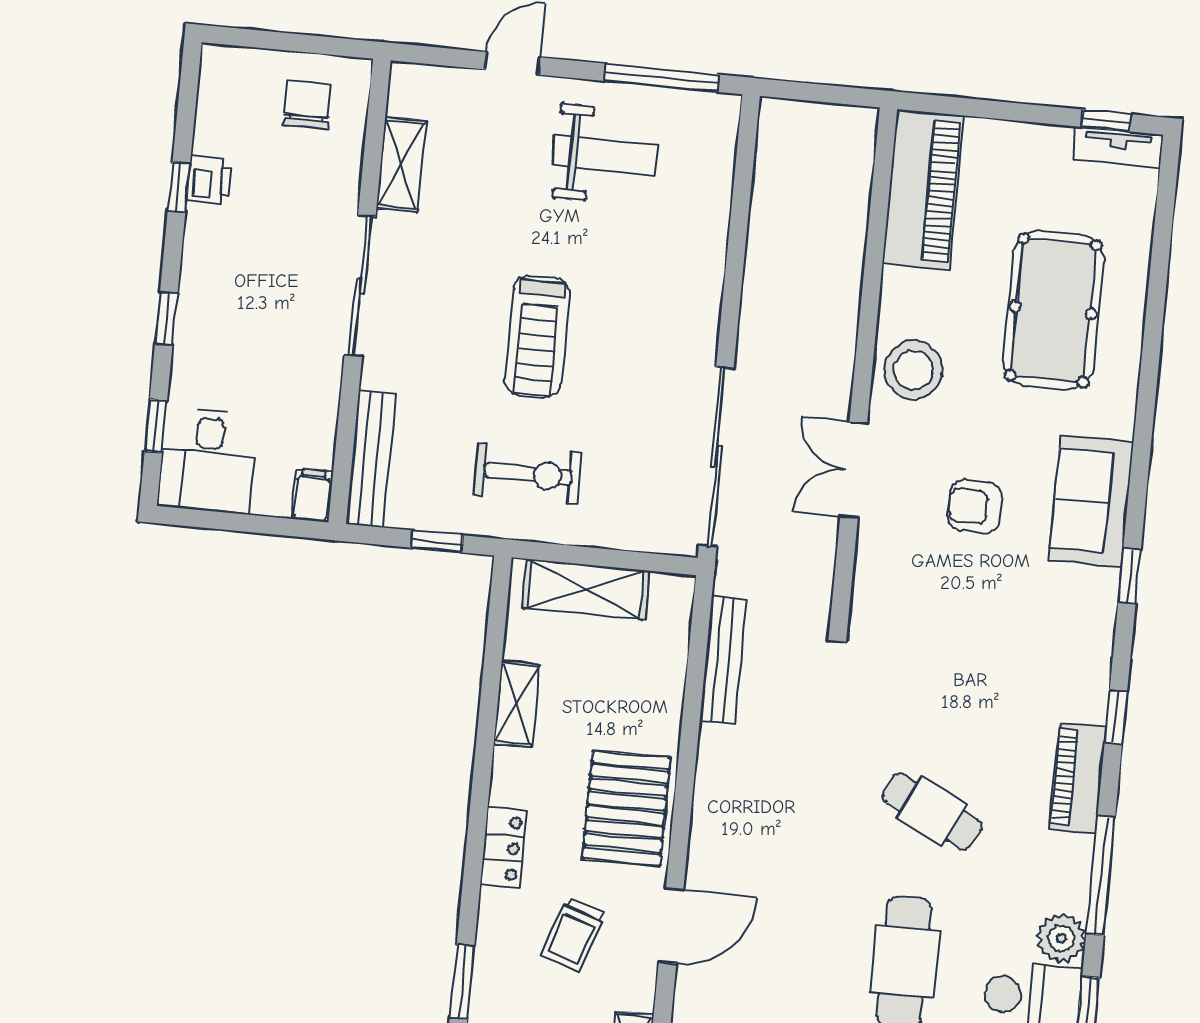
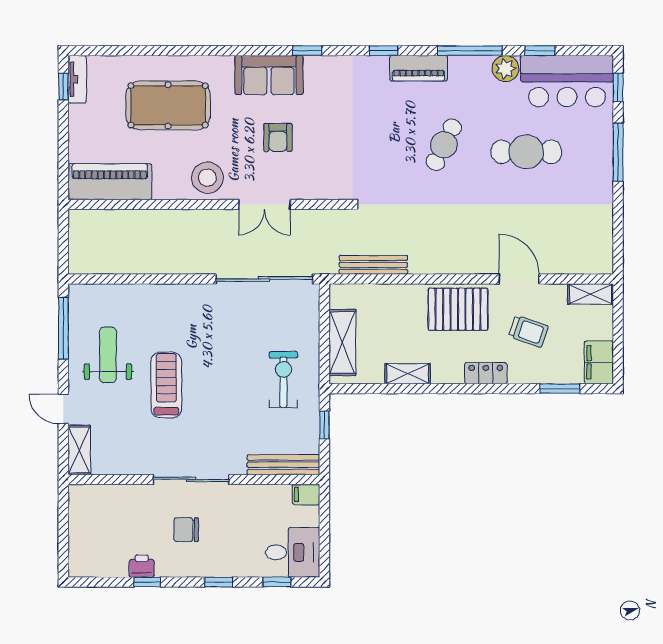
chair: (307, 105) -> (186, 530), moved
shelving: (401, 165) -> (79, 450), moved, turned 90
treadmill: (537, 336) -> (166, 385), moved, turned -90

